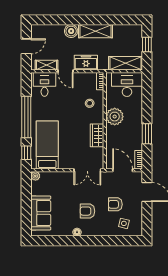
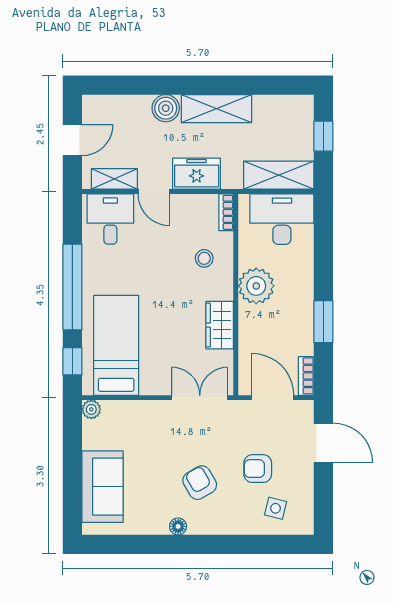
double door: (87, 170) -> (200, 398), swing flipped
armchair: (87, 211) -> (200, 483), turned 60

